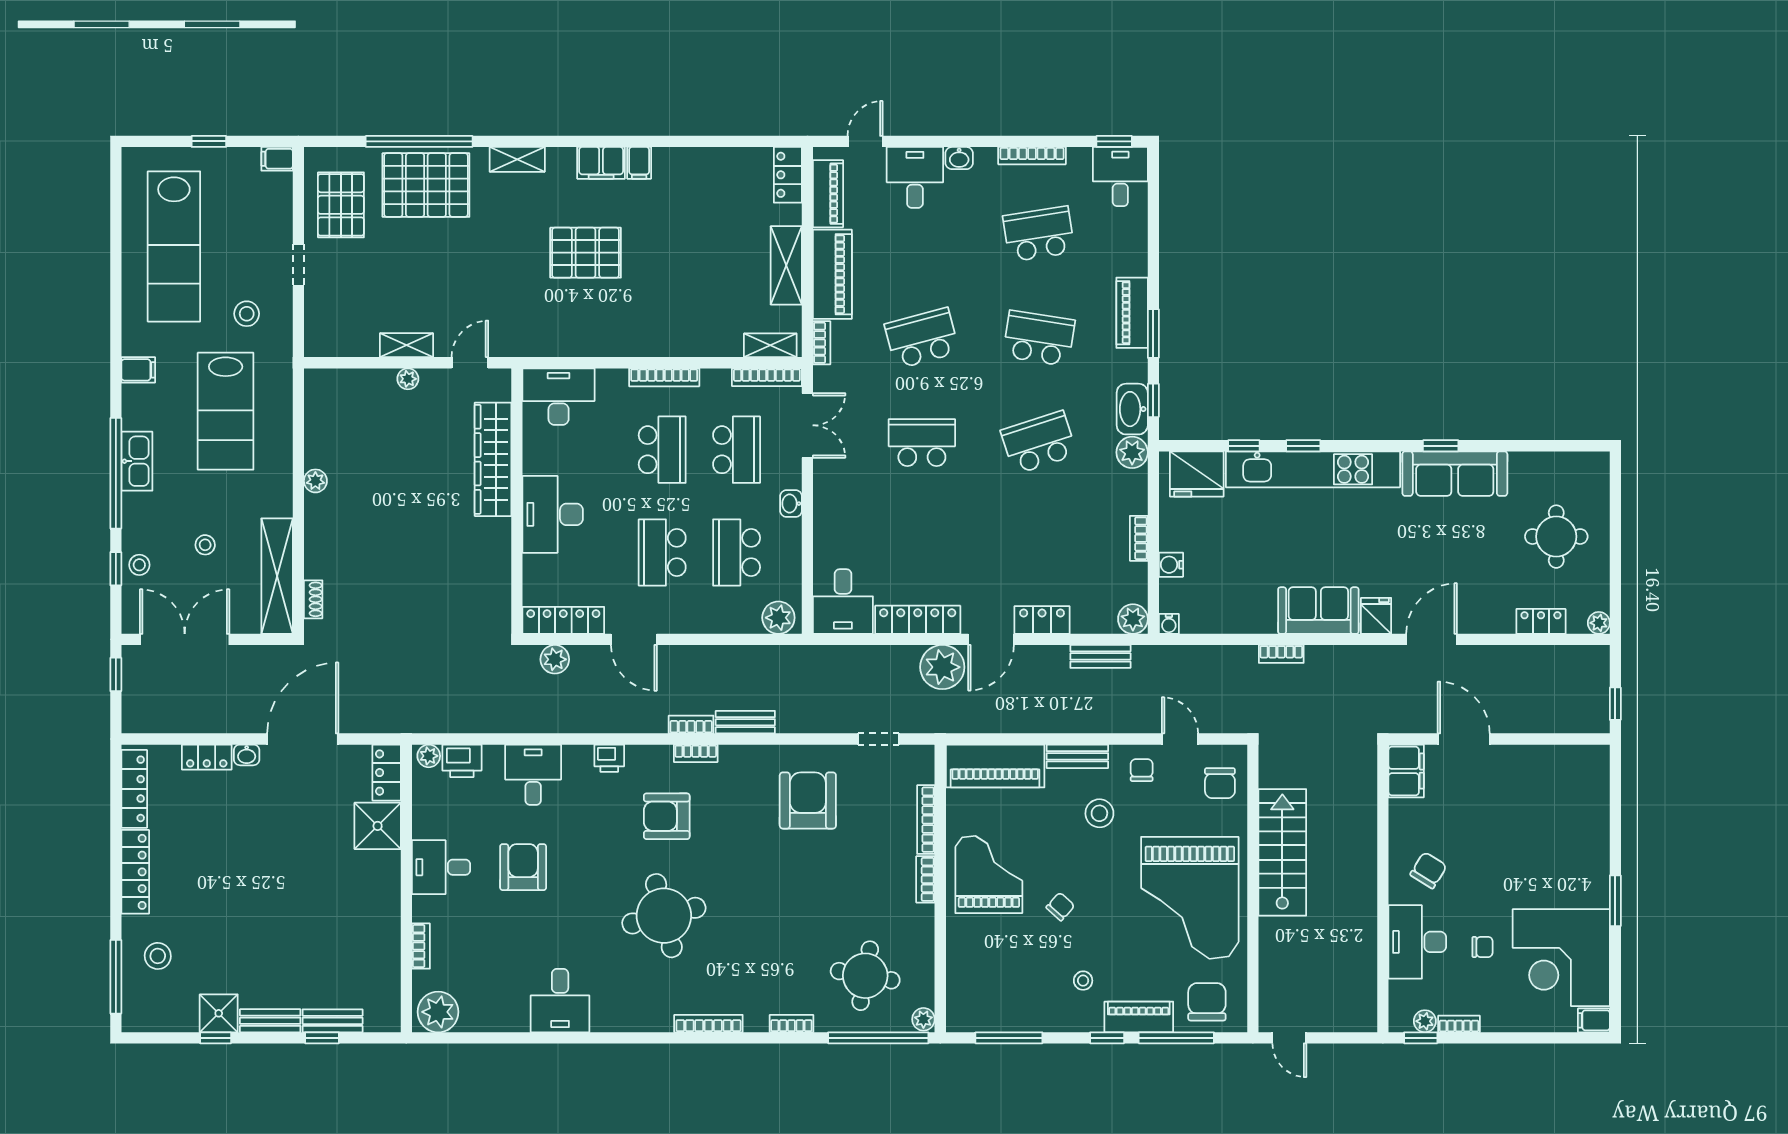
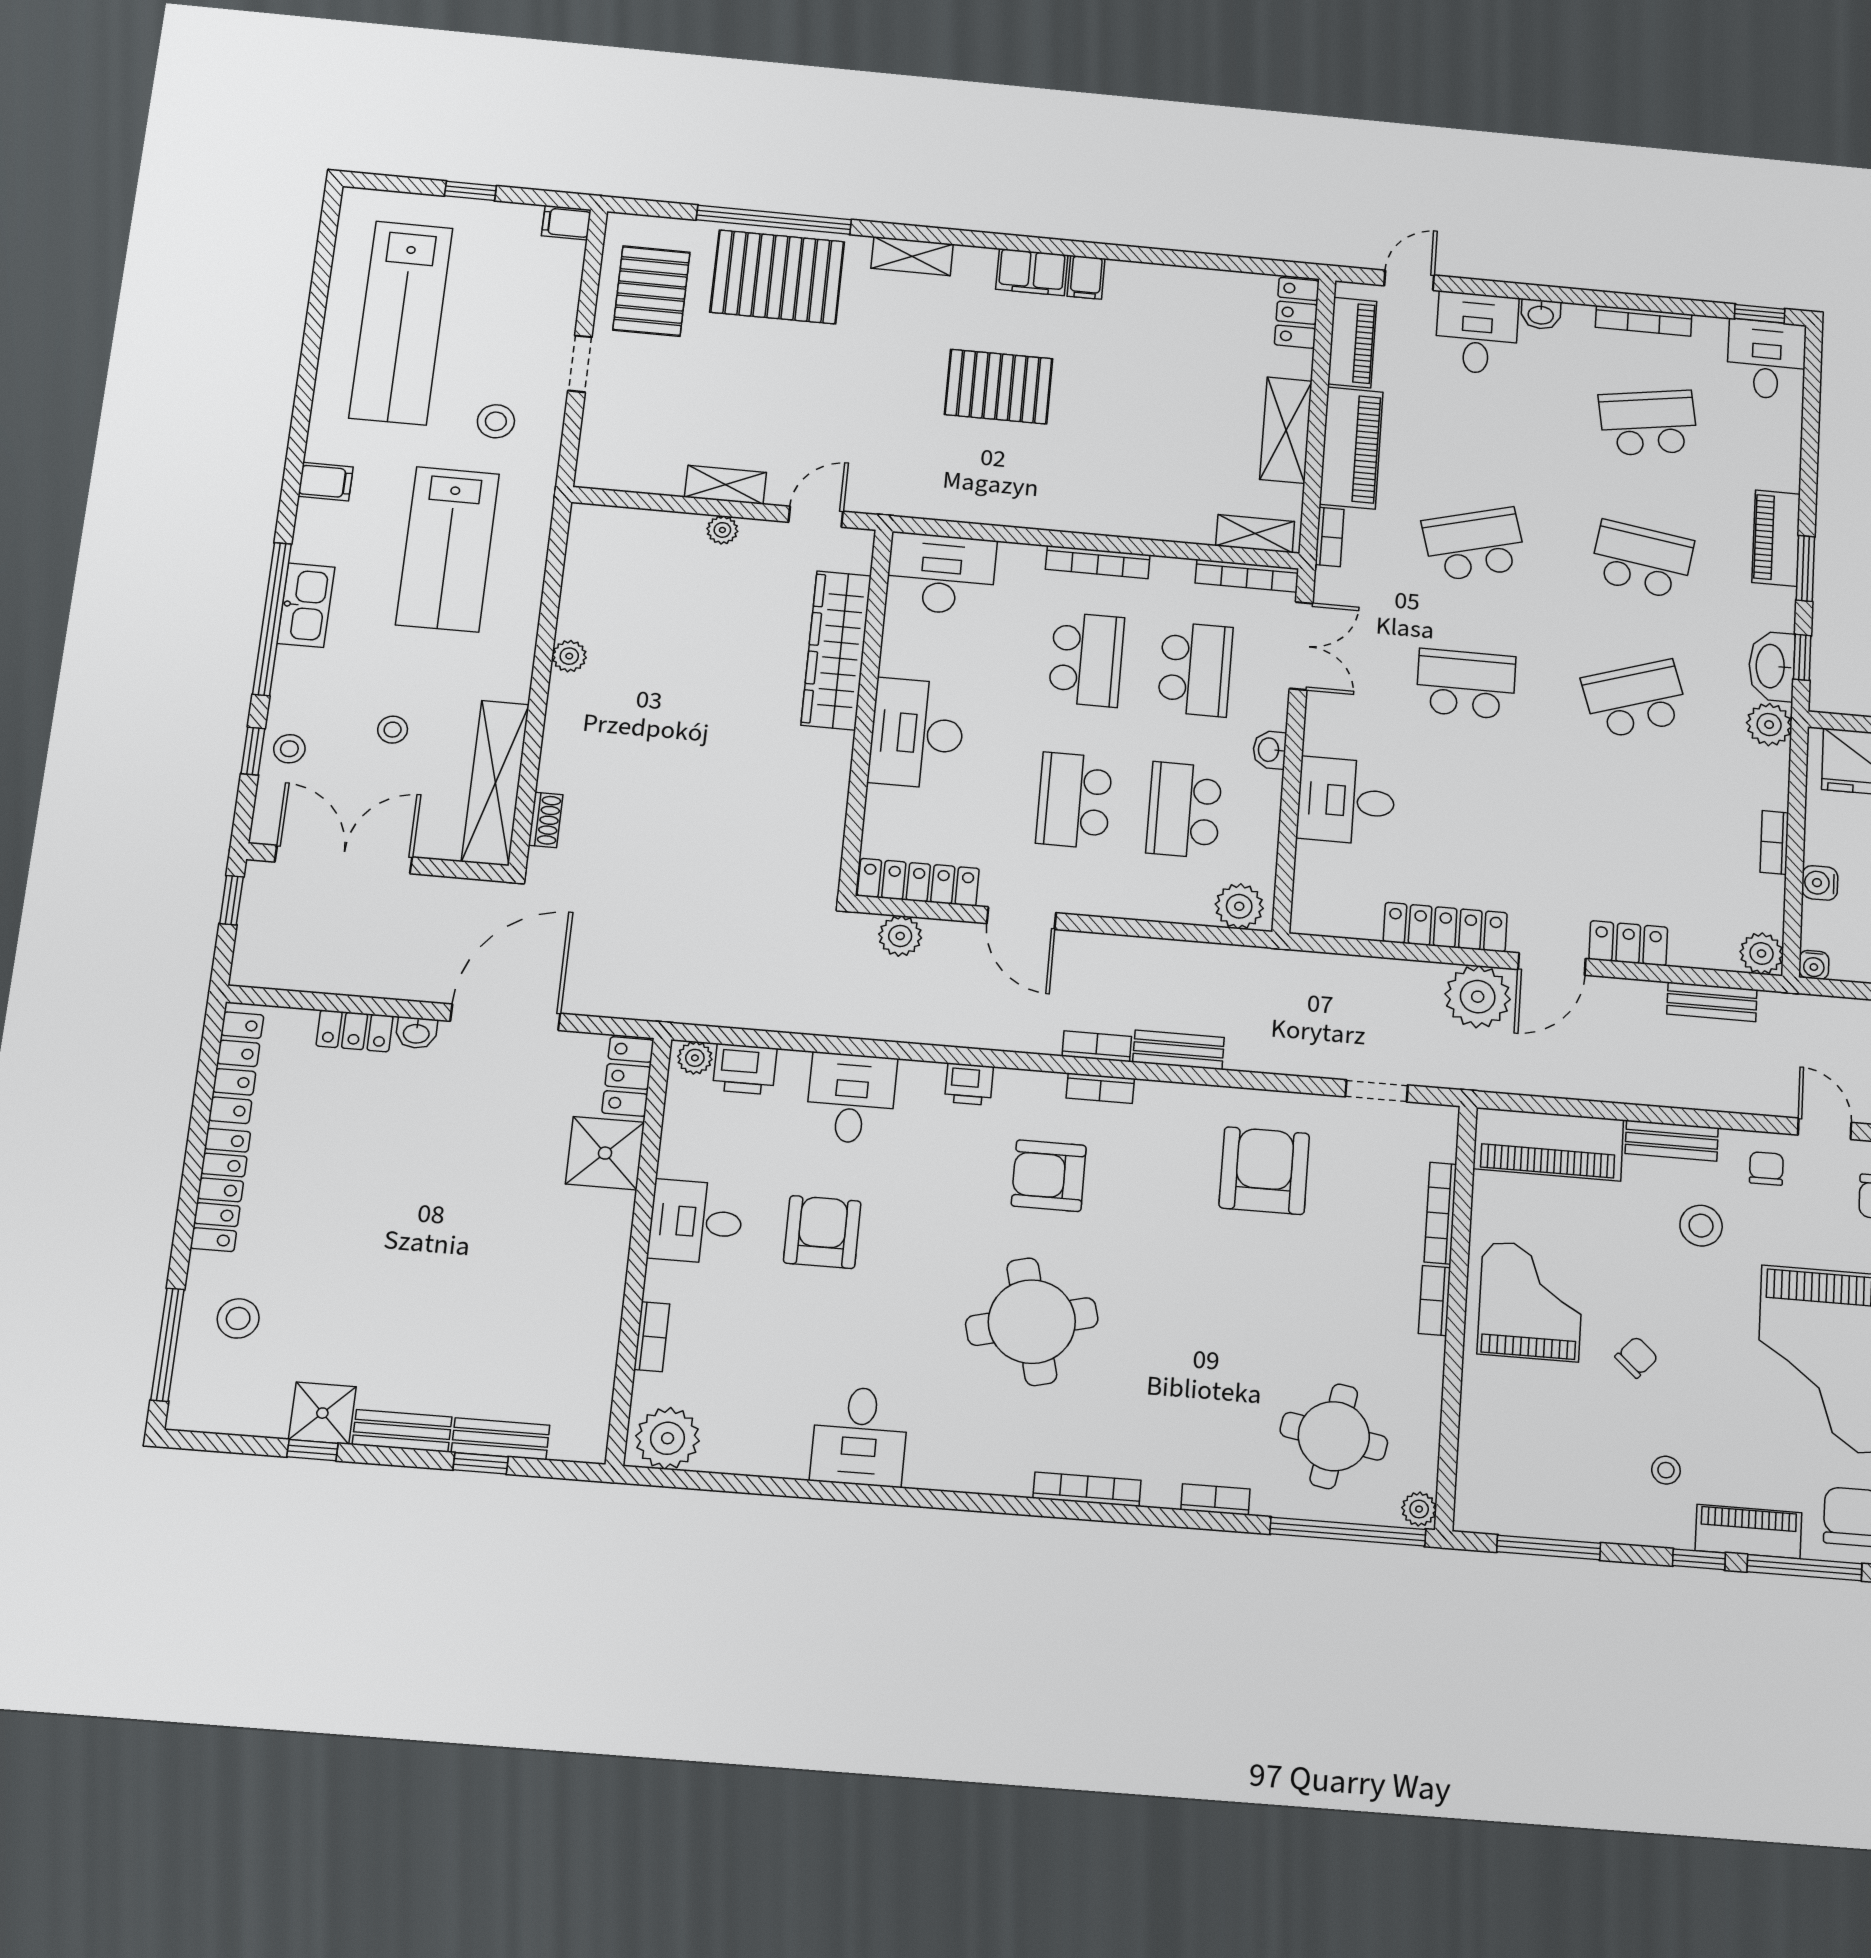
desk: (843, 602) -> (1346, 801), moved, turned 90

